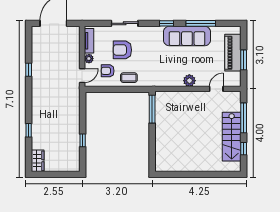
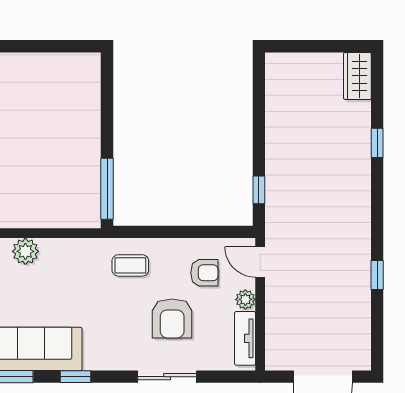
armchair: (122, 50) -> (172, 318), turned 90
door: (82, 76) -> (260, 262), hinge flipped
coffee table: (129, 78) -> (130, 265), moved
window: (83, 140) -> (259, 190), moved

